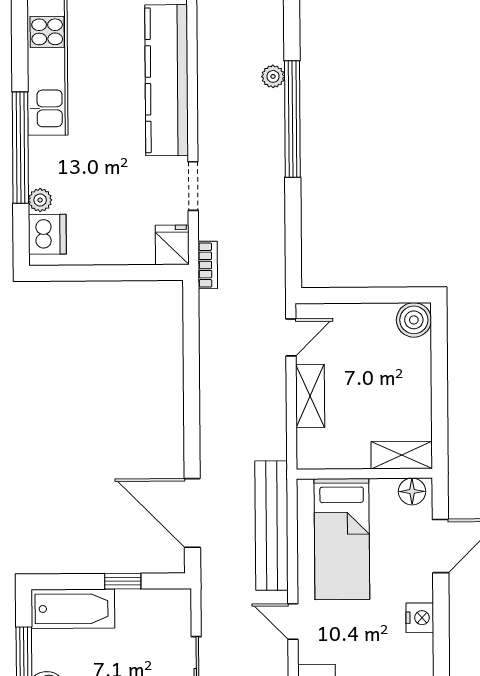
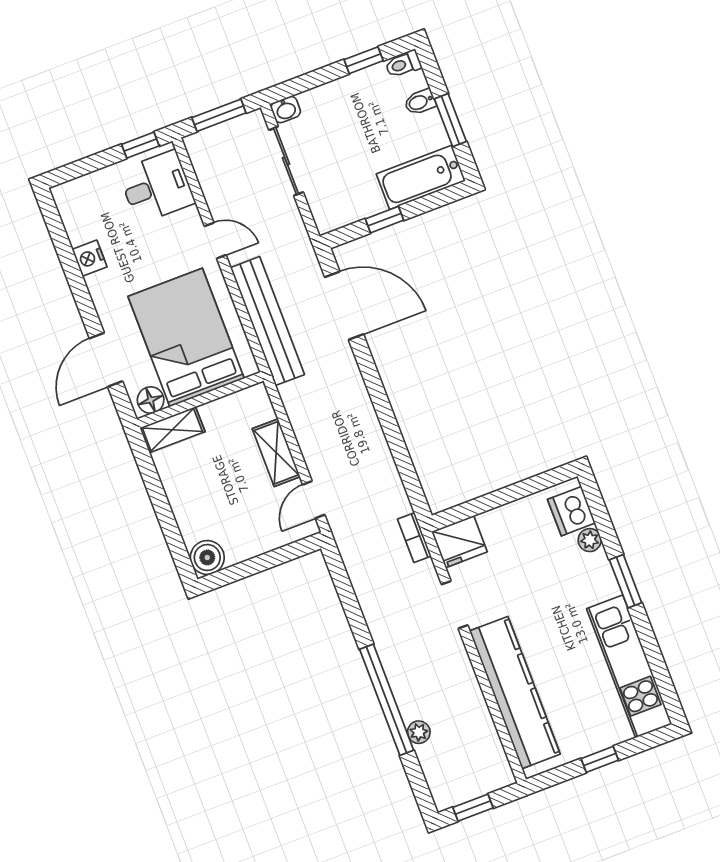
window: (20, 148) -> (626, 581), width x0.47
fridge: (172, 245) -> (459, 542), width x1.38
bed: (342, 539) -> (186, 337), width x1.50
nightstand: (420, 618) -> (90, 258), moved

